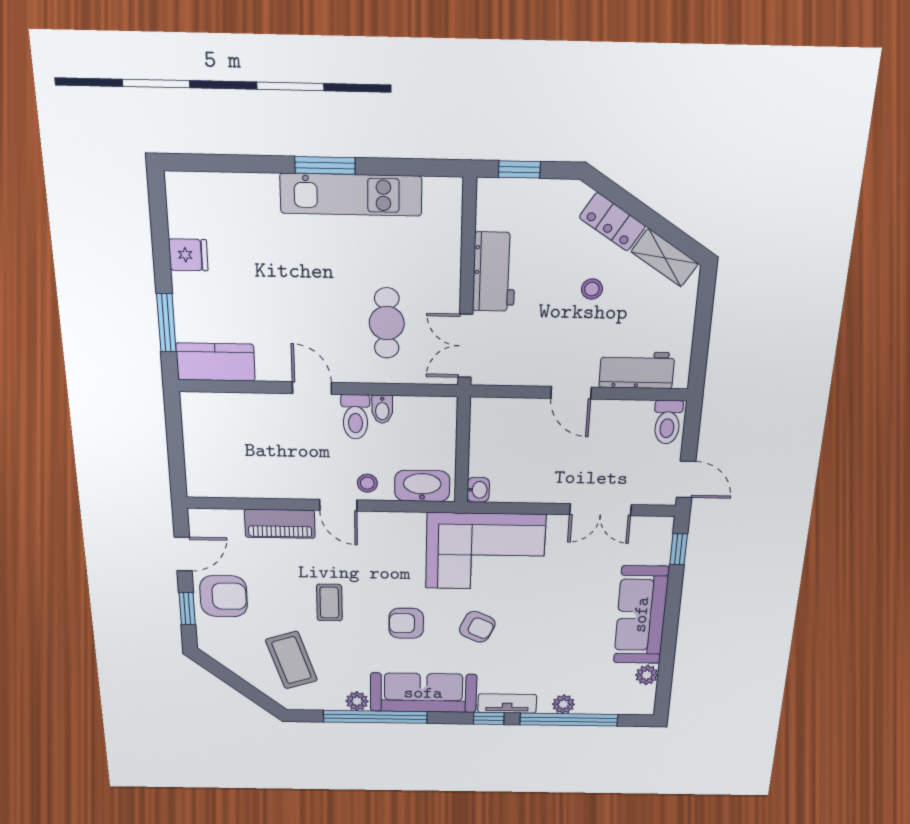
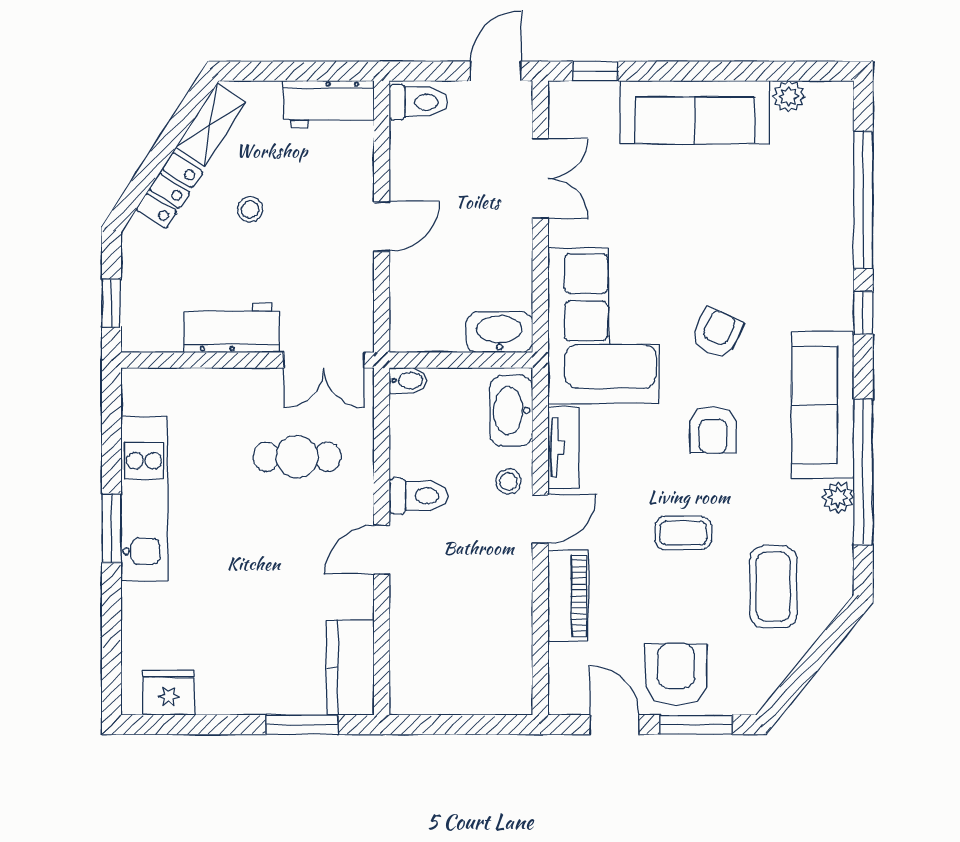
fridge: (188, 255) -> (169, 693), moved, width x1.38
workbench: (637, 370) -> (329, 104), moved, turned -90
bidet: (382, 409) -> (408, 380), moved
washbasin: (478, 490) -> (499, 332), width x1.91, depth x1.45
window: (187, 609) -> (696, 725), width x1.50
coffee table: (291, 660) -> (773, 587), turned -72
tv unit: (507, 704) -> (563, 447), moved, turned 180
plant: (563, 704) -> (838, 209), removed

